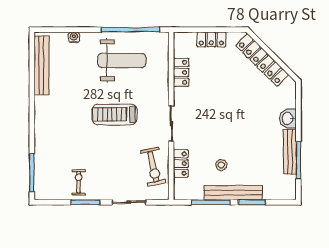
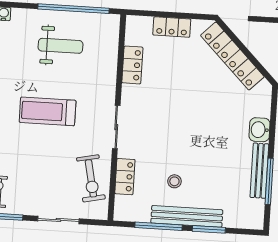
weight bench: (122, 60) -> (60, 46), width x0.73, depth x0.75

